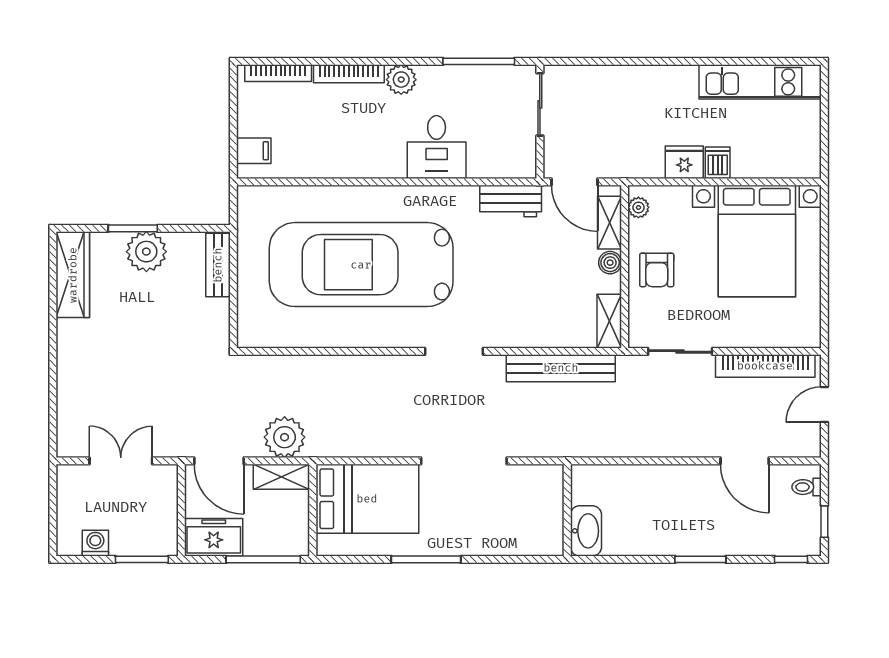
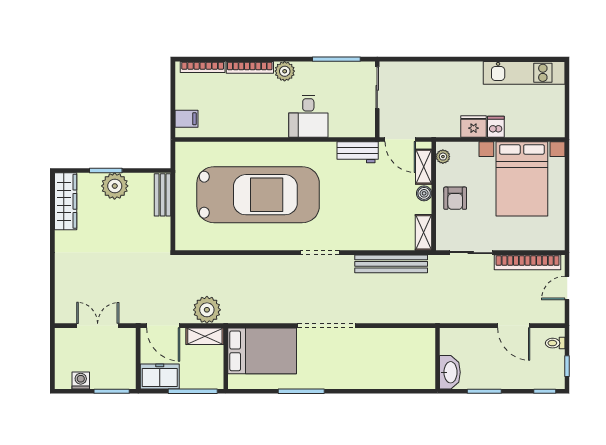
car: (361, 265) -> (258, 195), turned 180
wall: (567, 510) -> (437, 358), moved
washbasin: (586, 531) -> (450, 372), moved

